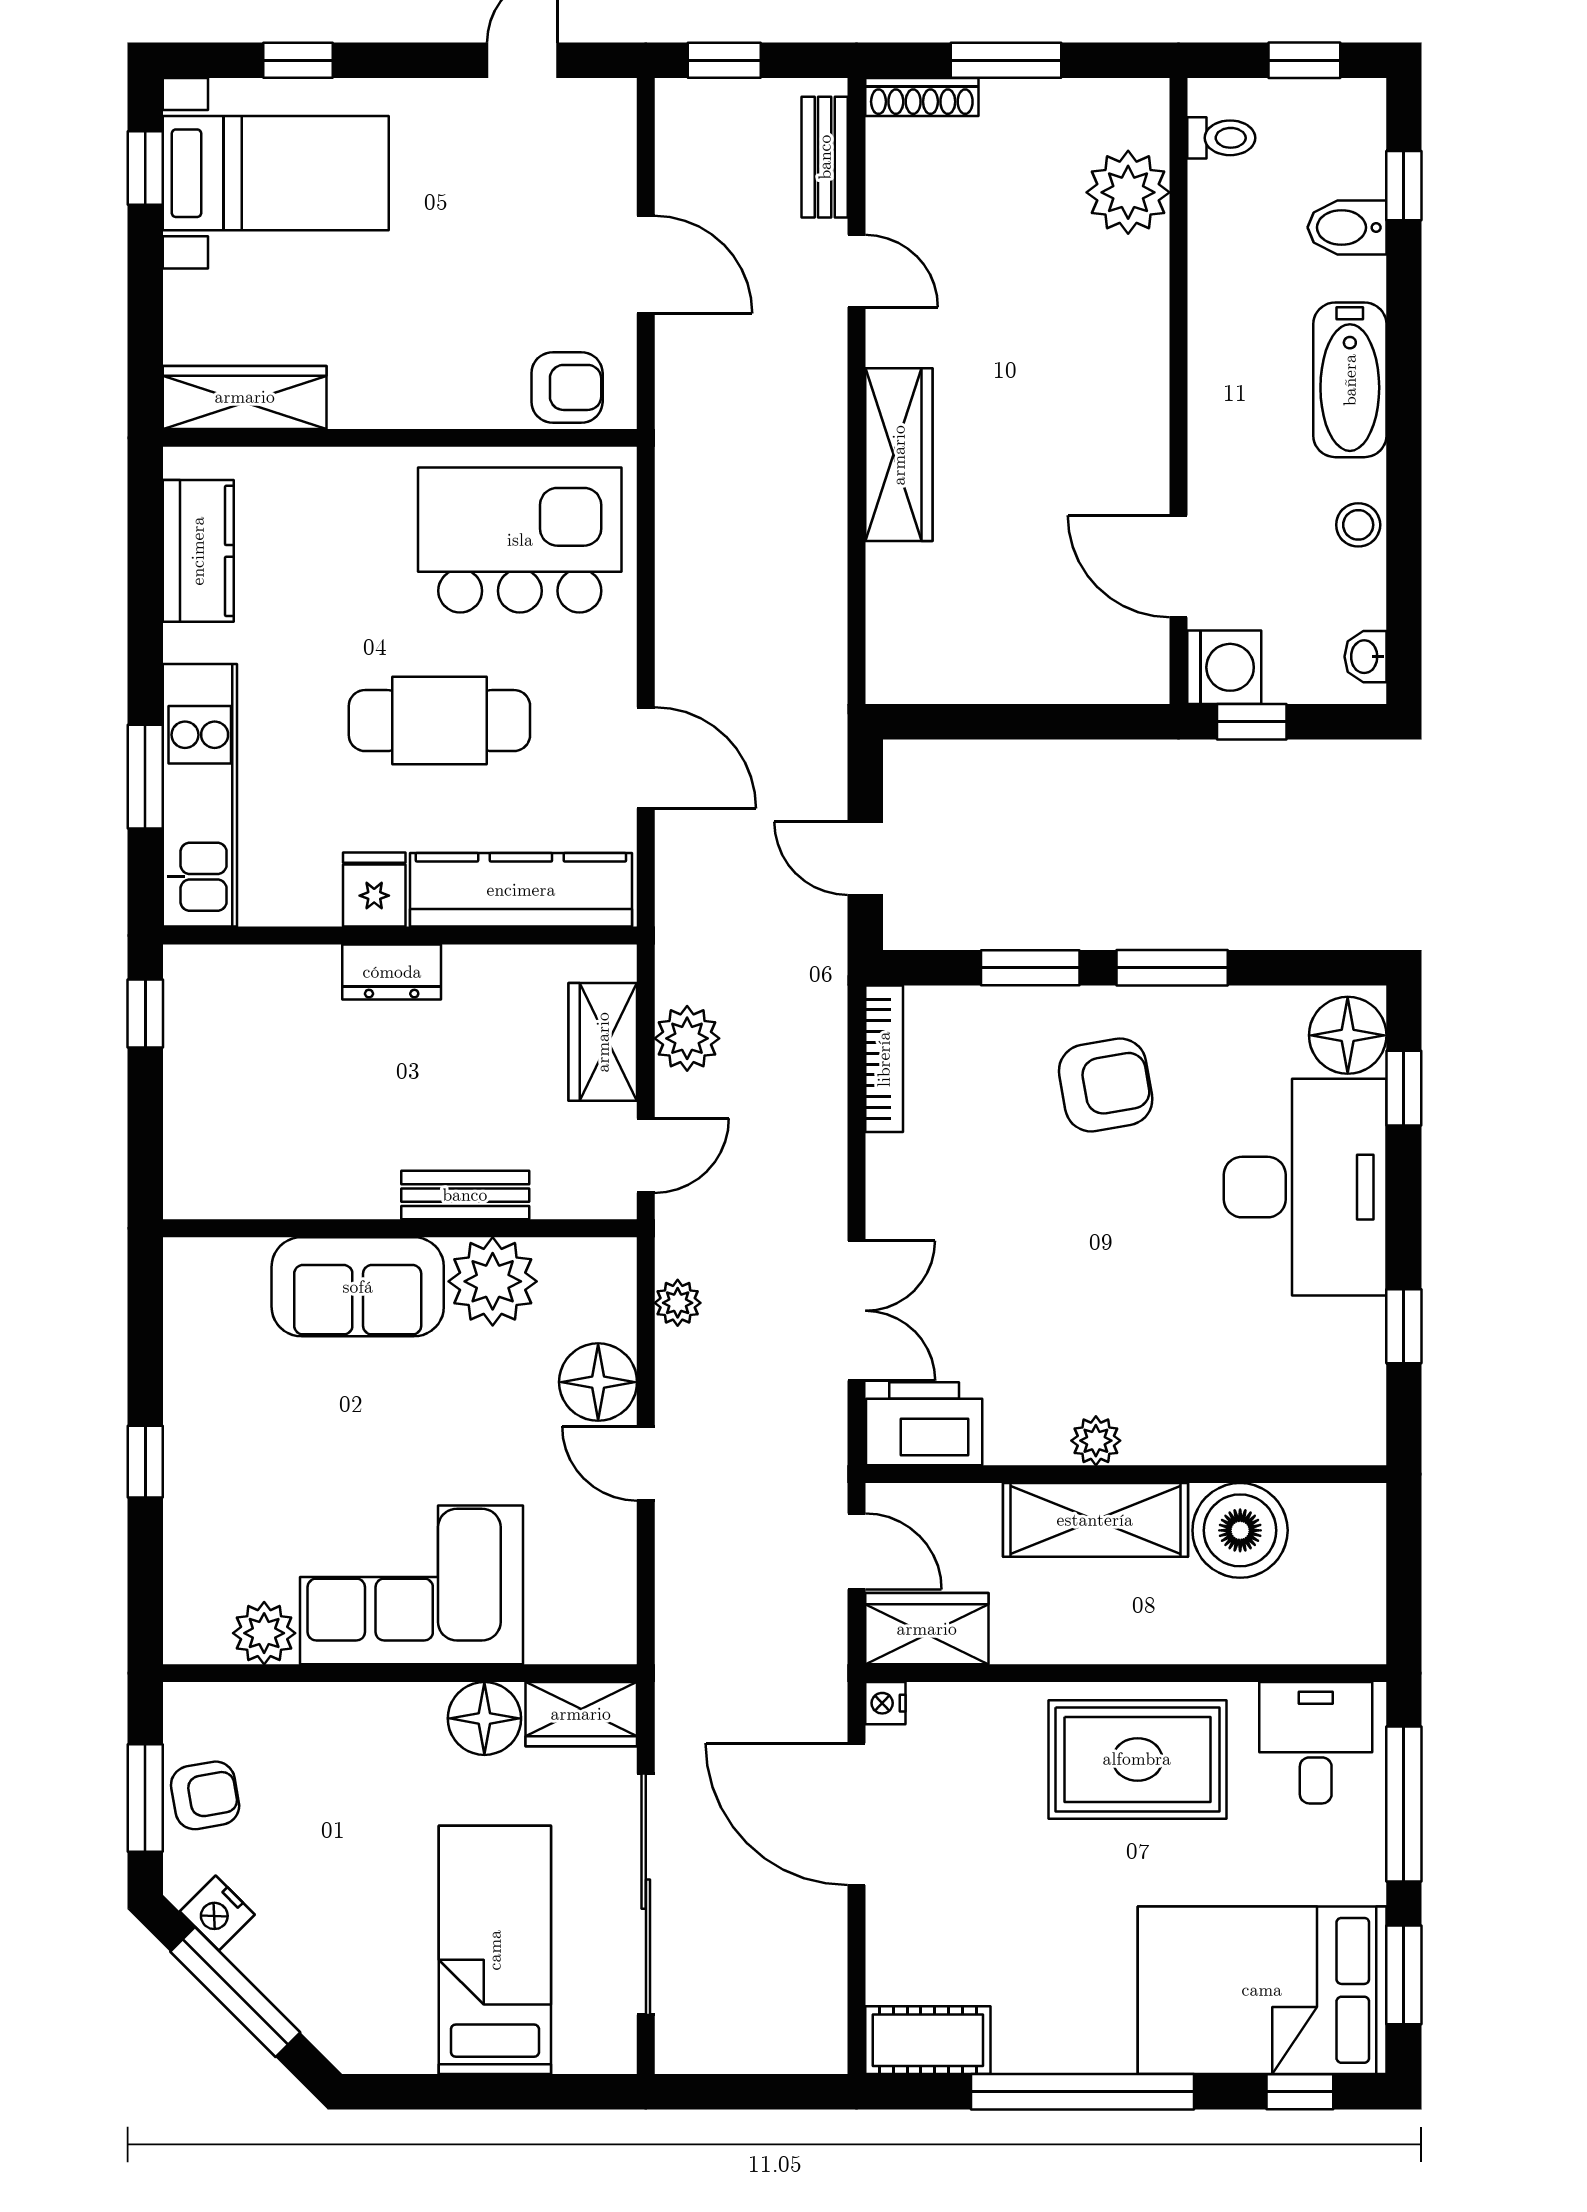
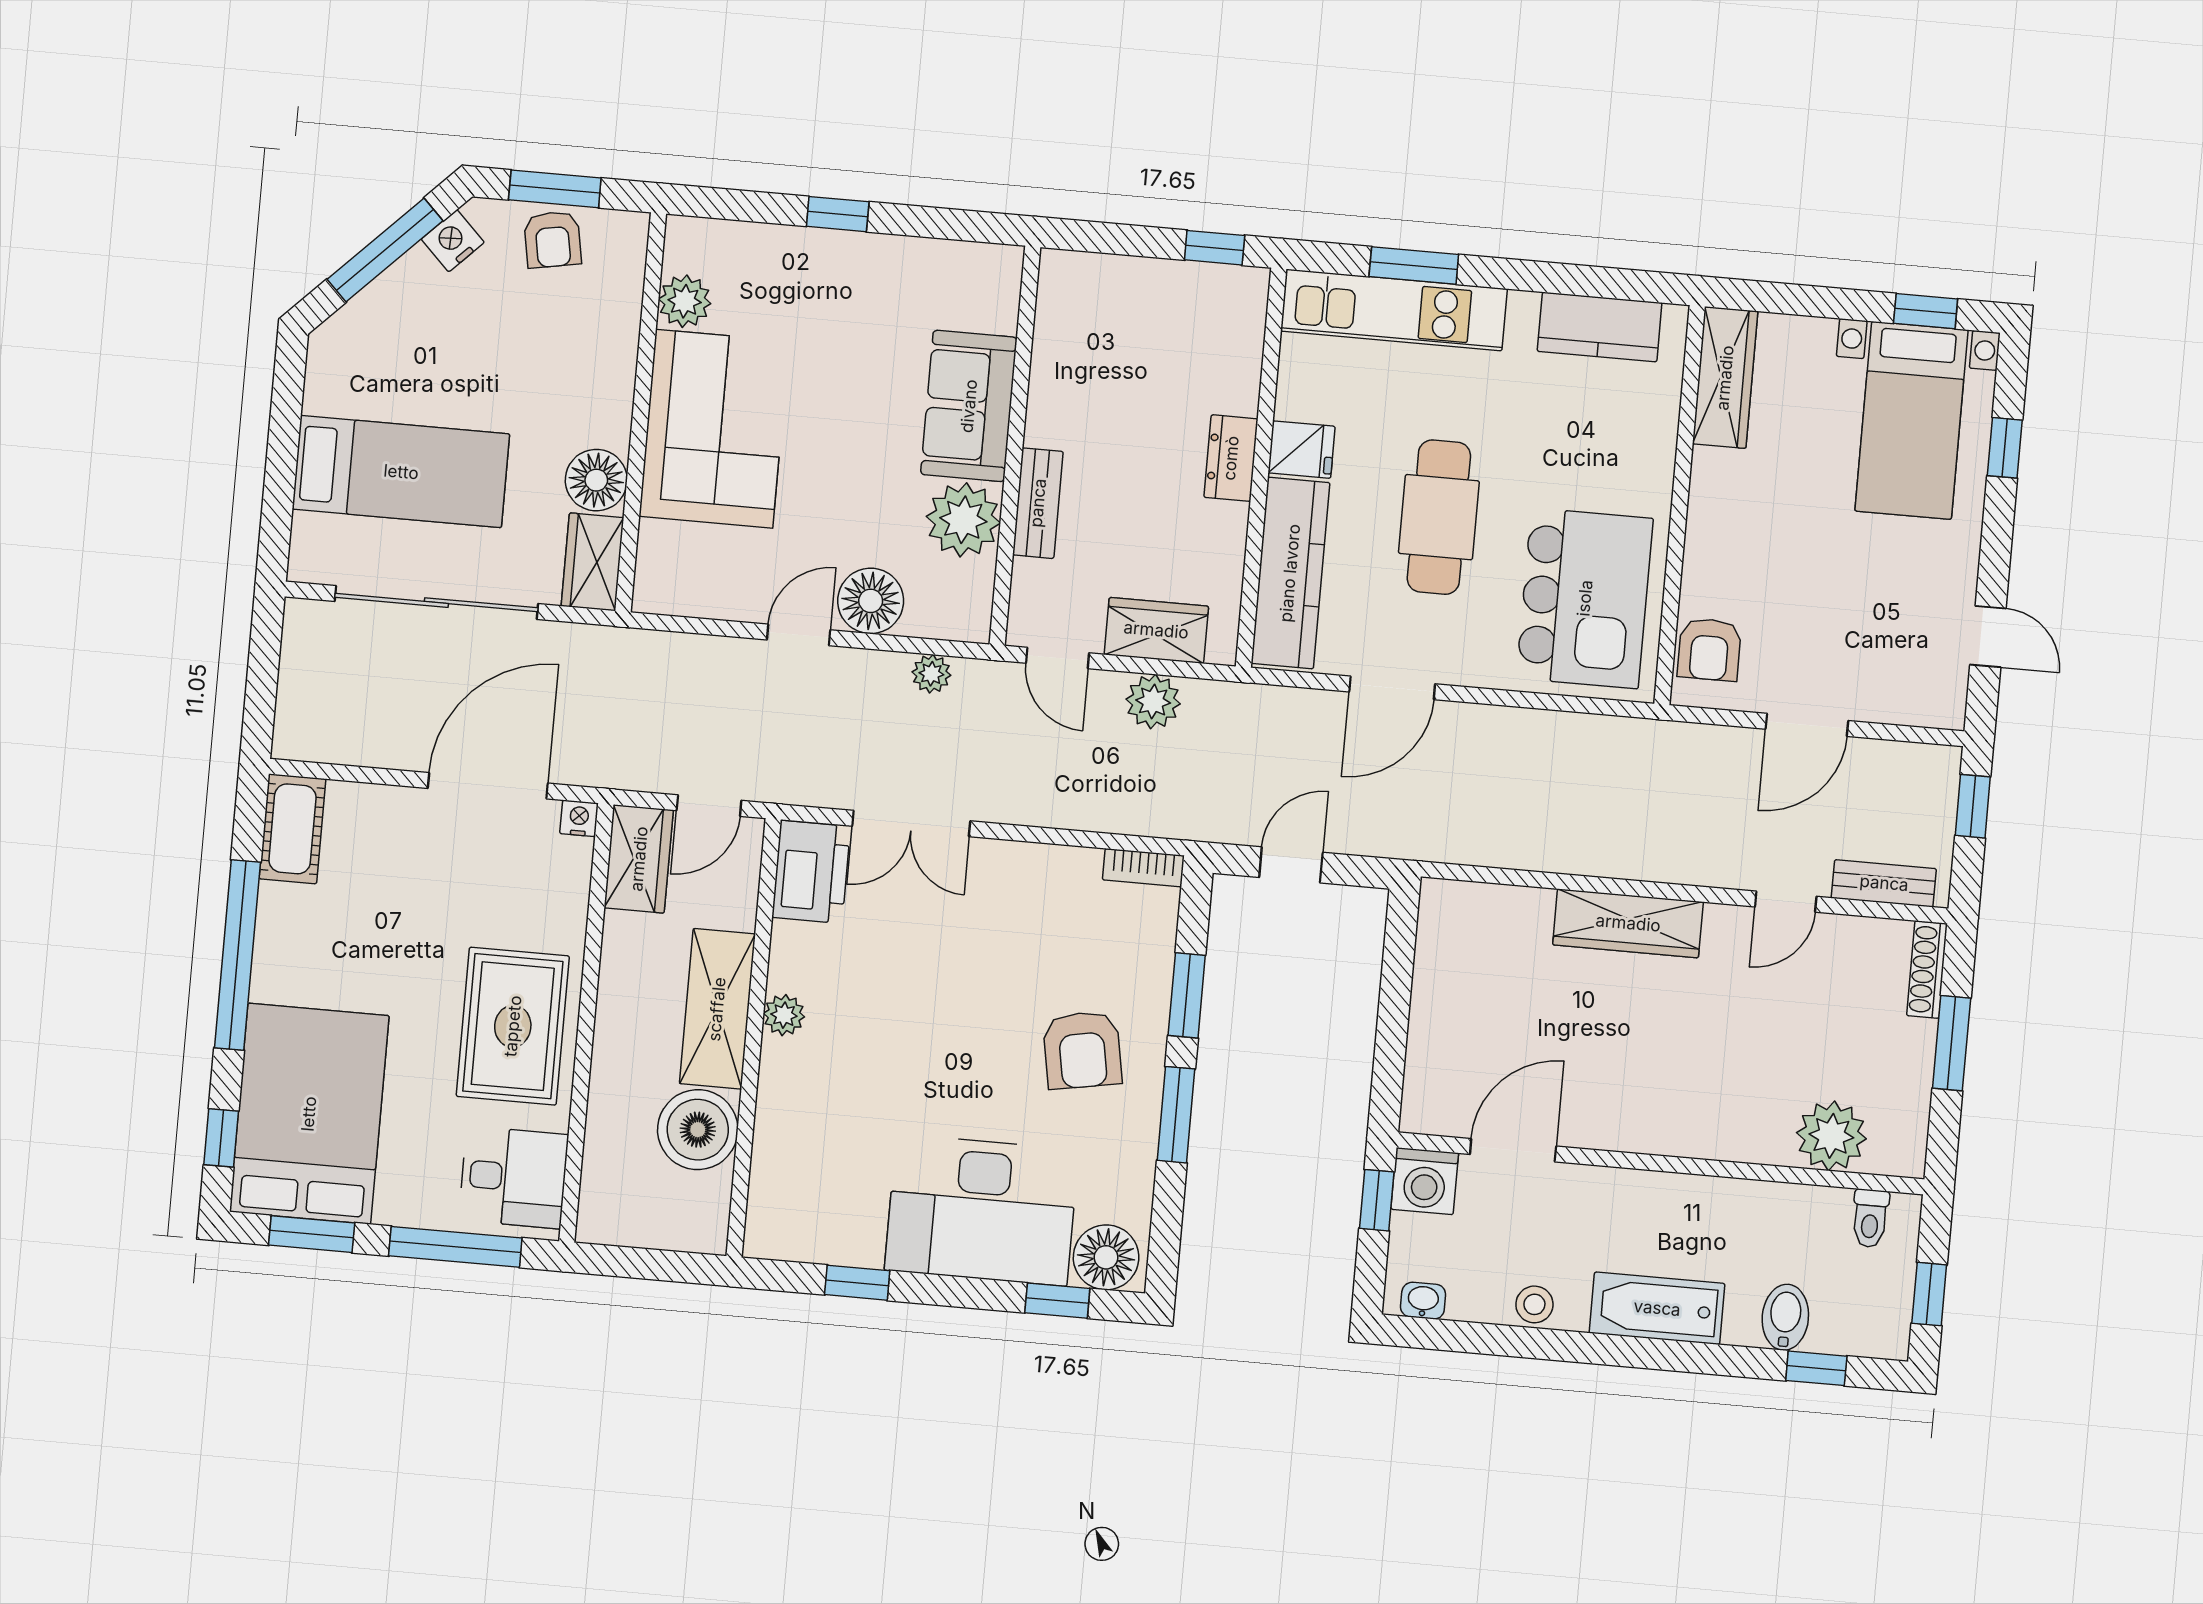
bookcase: (884, 1059) -> (1143, 868), width x0.64

